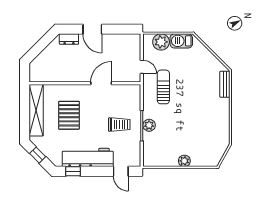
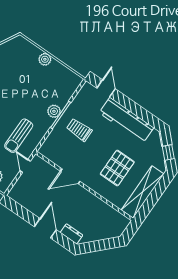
window: (73, 171) -> (147, 117), removed

